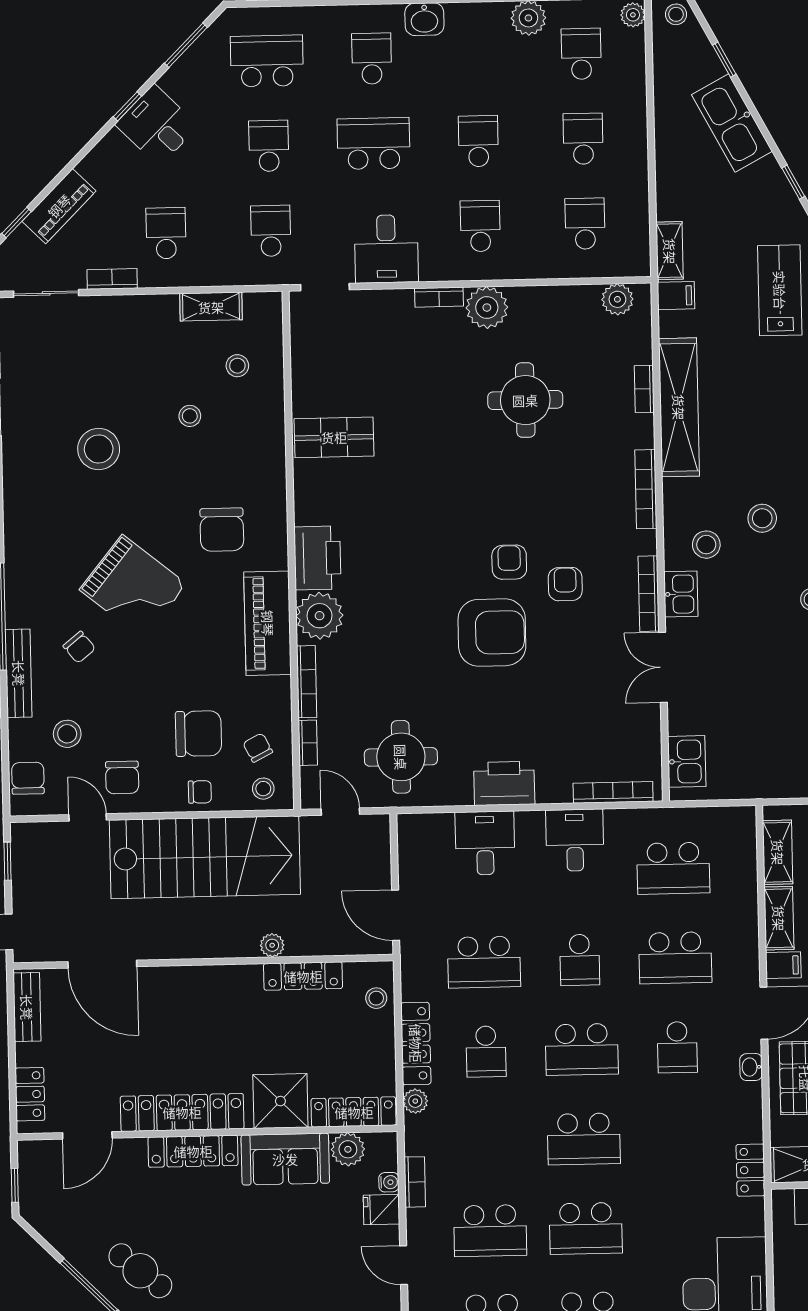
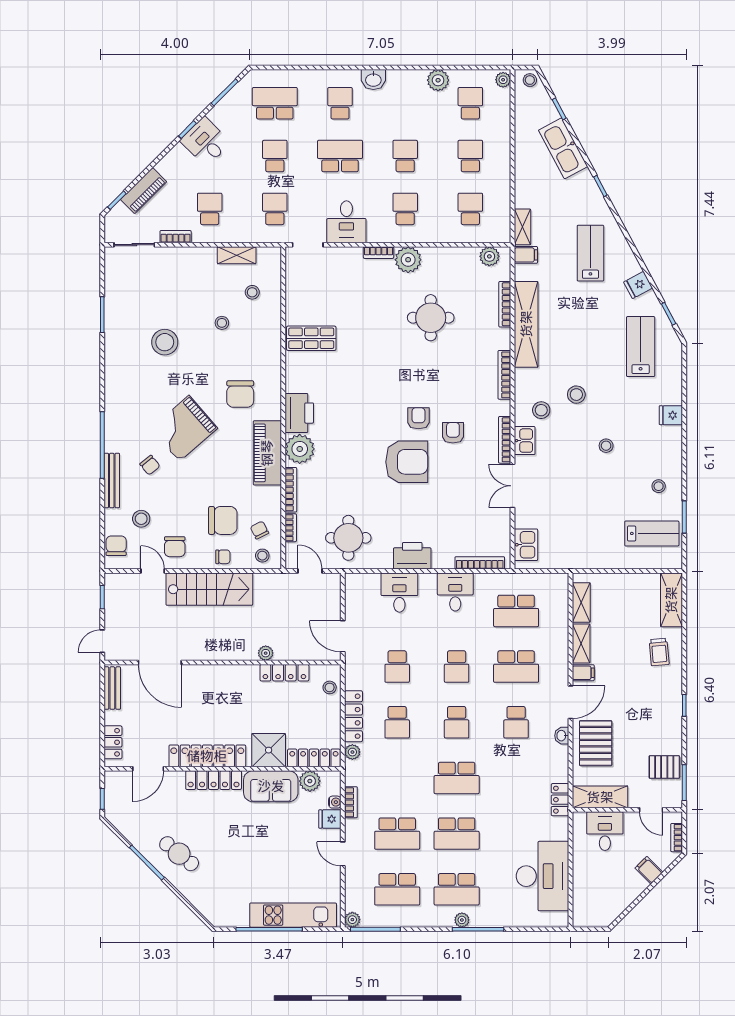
bookcase: (644, 389) -> (505, 304), width x1.56
grand piano: (133, 587) -> (184, 428), turned 100
stairs: (205, 857) -> (209, 589), width x0.73, depth x0.66
school desk: (484, 962) -> (397, 667), width x0.54
school desk: (582, 1049) -> (457, 722), width x0.54

